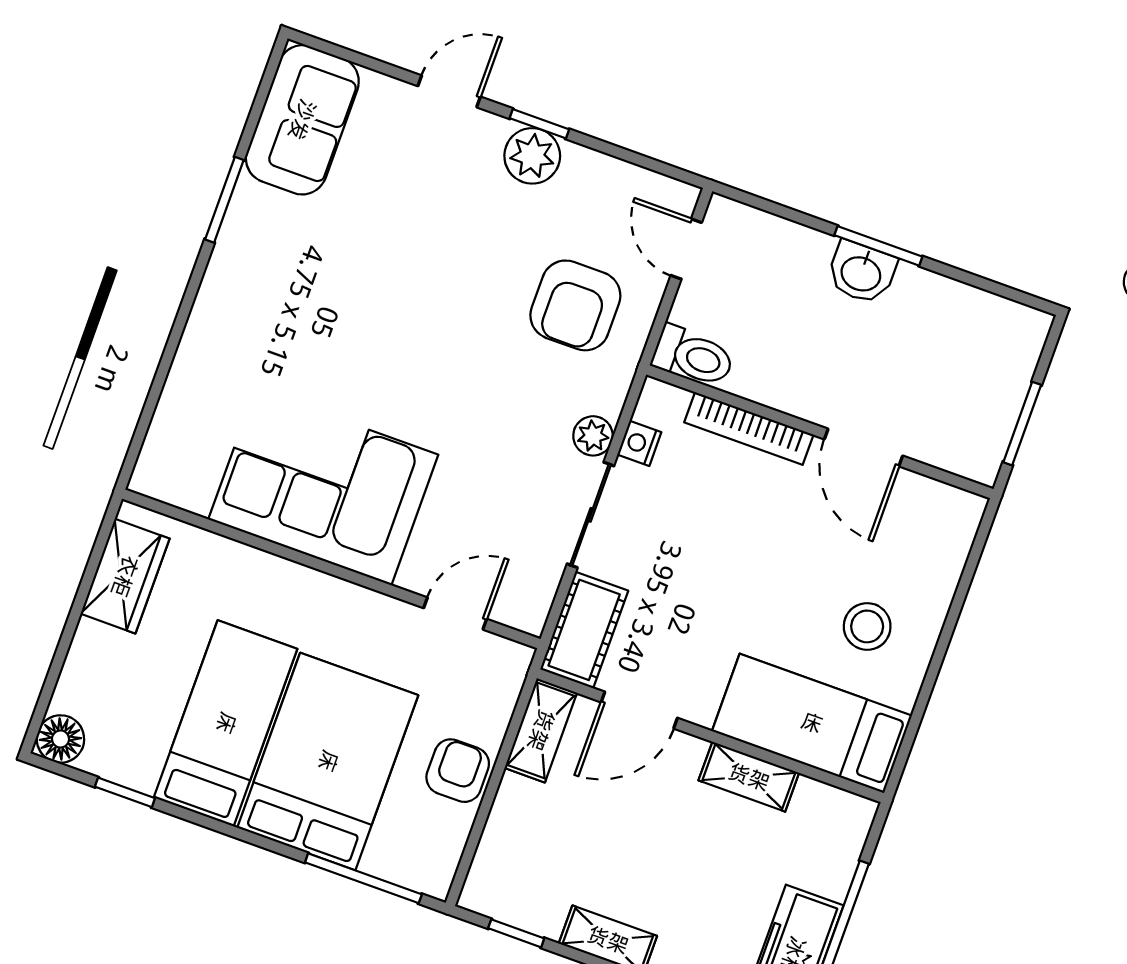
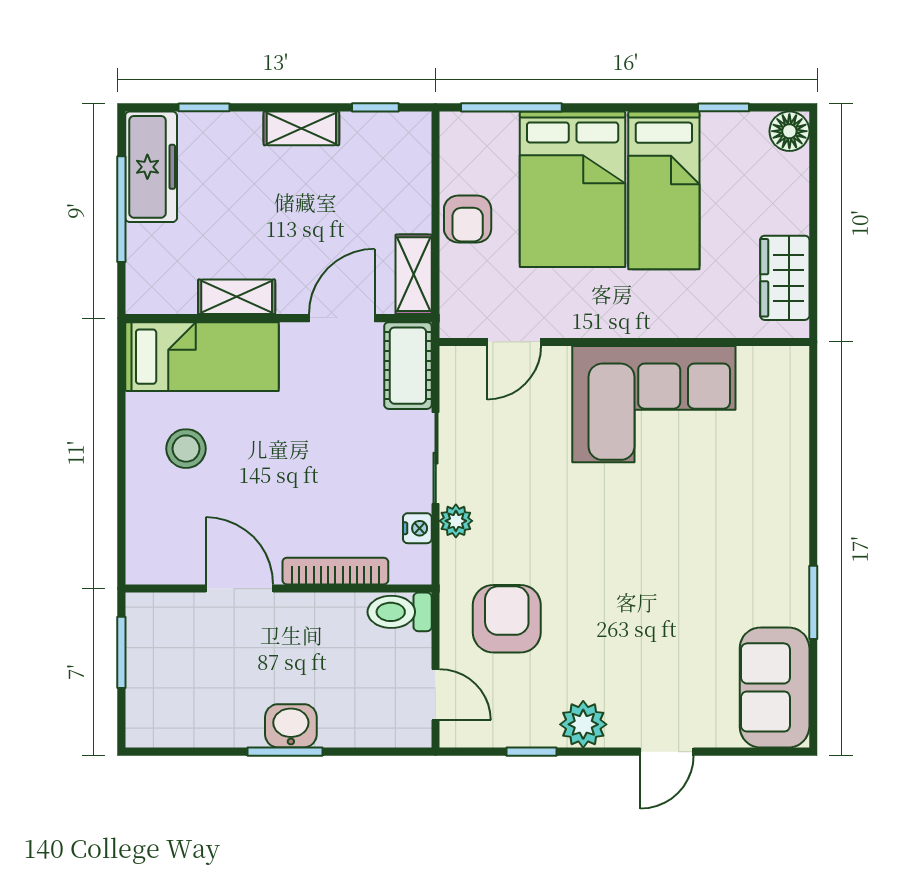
window: (539, 124) -> (531, 752), moved

